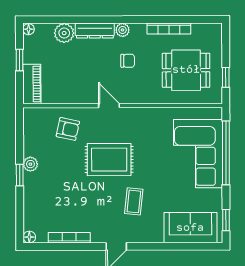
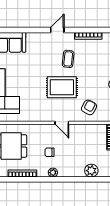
dresser: (95, 31) -> (71, 172), removed
armchair: (68, 129) -> (89, 107), turned 107
coffee table: (134, 201) -> (68, 59), moved

